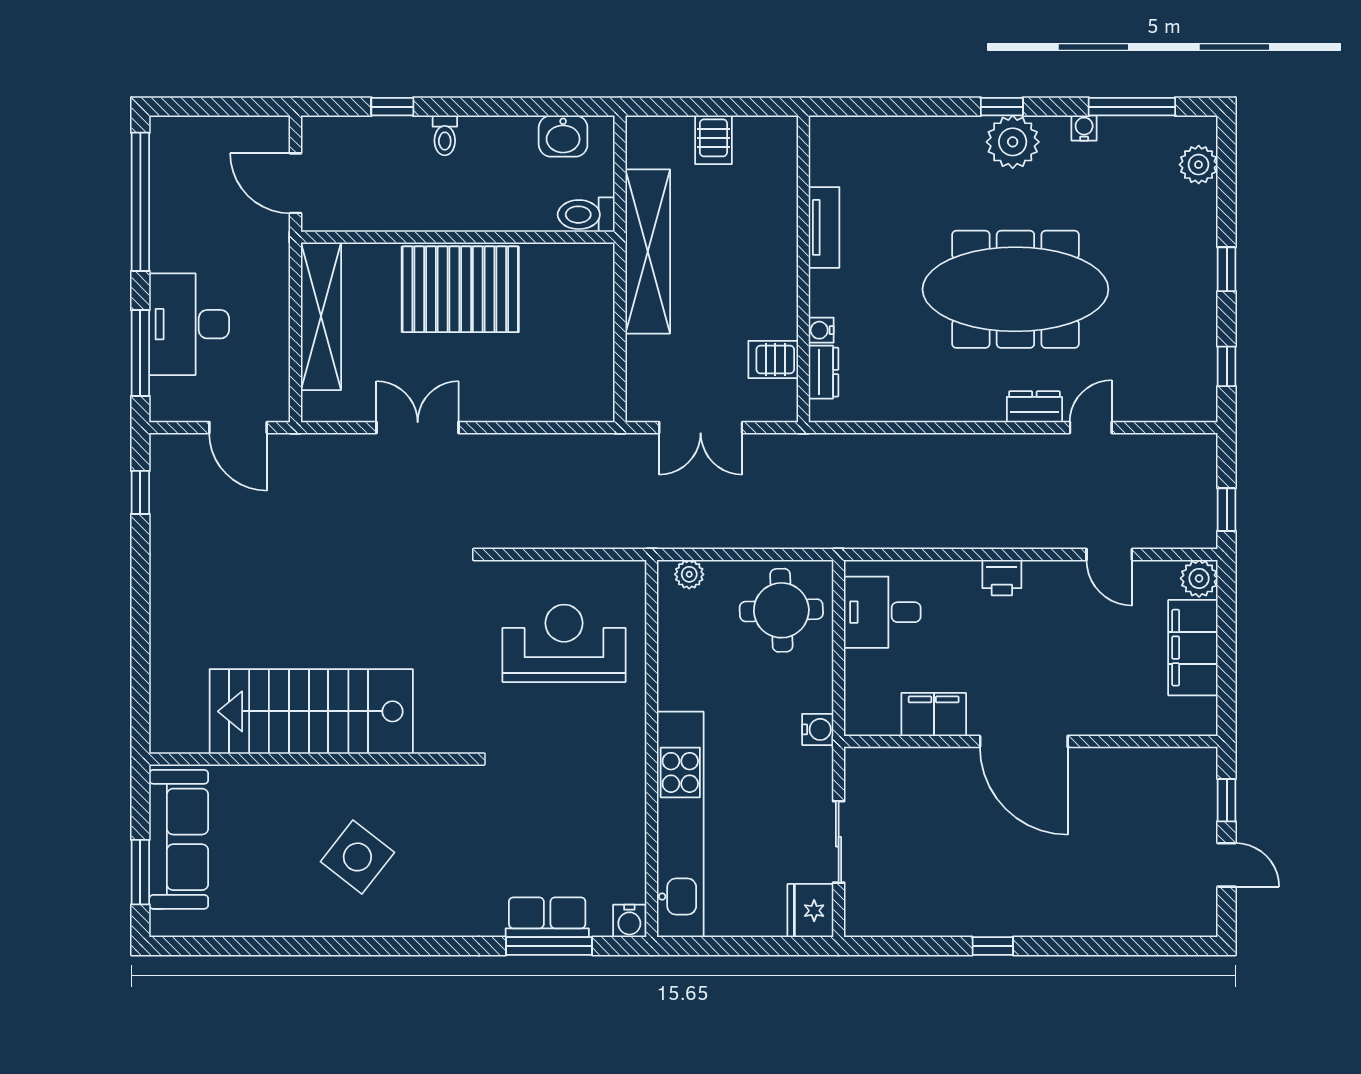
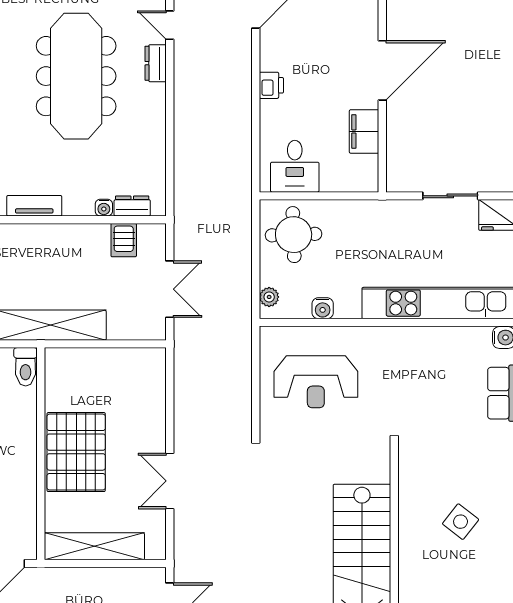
reception desk: (564, 643) -> (316, 382), turned -90
water cooler: (818, 729) -> (323, 308), moved, turned 180
side table: (357, 857) -> (461, 522), width x0.73, depth x0.73

